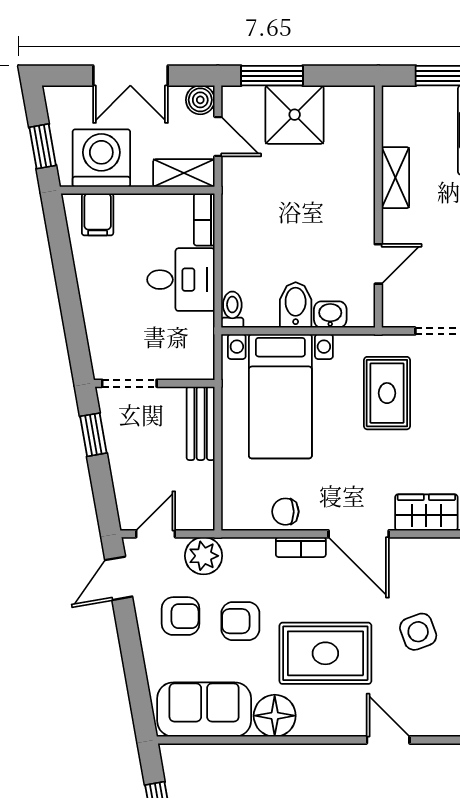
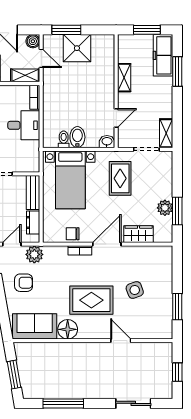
toilet: (232, 310) -> (64, 139), moved
washbasin: (330, 314) -> (107, 142), moved
dresser: (201, 487) -> (33, 222), added
door: (359, 534) -> (107, 244), swing flipped
armchair: (240, 621) -> (52, 285), removed

